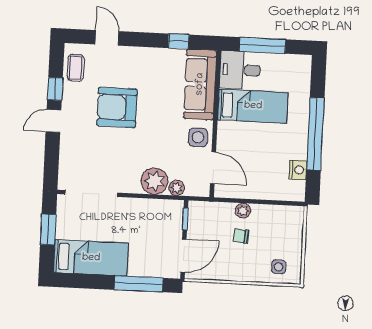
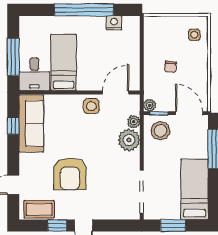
coffee table: (76, 68) -> (39, 209), width x1.36, depth x1.30
sofa: (200, 84) -> (31, 124), moved, turned -90
plant: (243, 211) -> (150, 105), moved
stool: (164, 220) -> (160, 131), added

